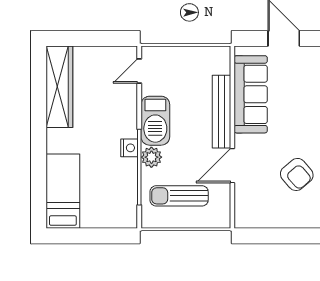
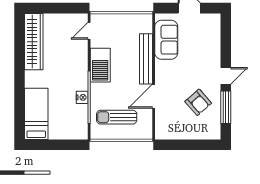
sofa: (251, 94) -> (166, 40), width x0.73
nightstand: (129, 148) -> (82, 97), moved
plant: (151, 157) -> (98, 90), removed

